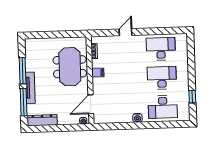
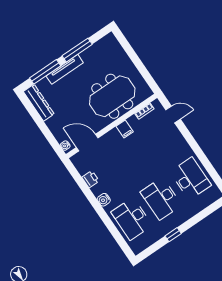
door: (126, 32) -> (173, 114), moved
desk: (162, 78) -> (161, 199), turned 180
window: (192, 97) -> (173, 235), moved
printer: (118, 118) -> (90, 179), added

